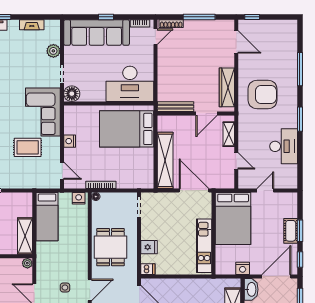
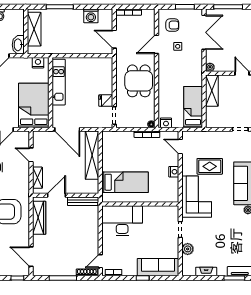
sofa: (97, 32) -> (158, 267), width x0.74, depth x0.79
floor lamp: (72, 94) -> (172, 212), removed
bed: (127, 129) -> (125, 182), width x0.67
fridge: (149, 247) -> (106, 101), moved
nightstand: (243, 268) -> (38, 63), moved
dishwasher: (148, 269) -> (107, 62), removed

